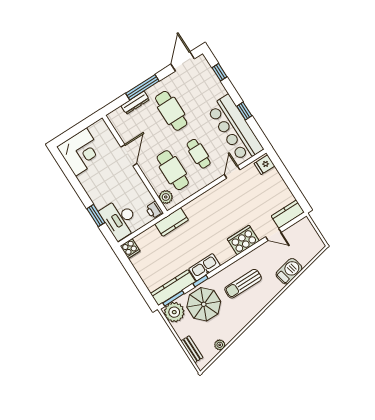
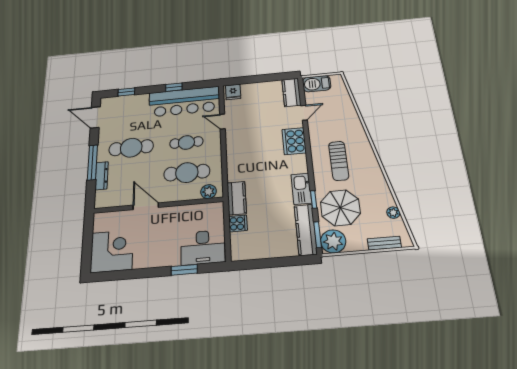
printer: (154, 210) -> (214, 209), removed
cooker: (130, 249) -> (238, 223), moved
barbecue: (289, 271) -> (317, 84), moved, turned -78

